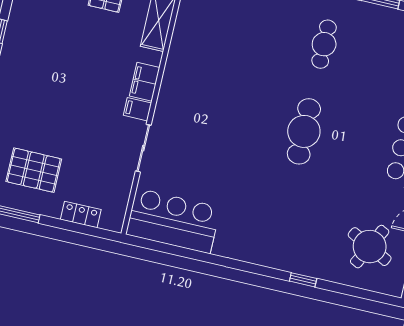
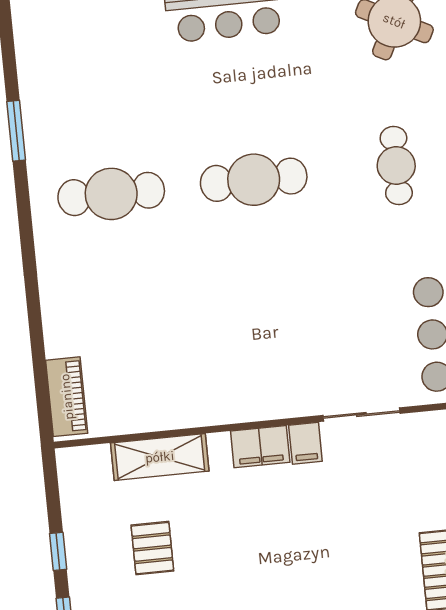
cafe table: (324, 44) -> (111, 194), width x1.37, depth x1.35
cafe table: (284, 219) -> (396, 166), added

